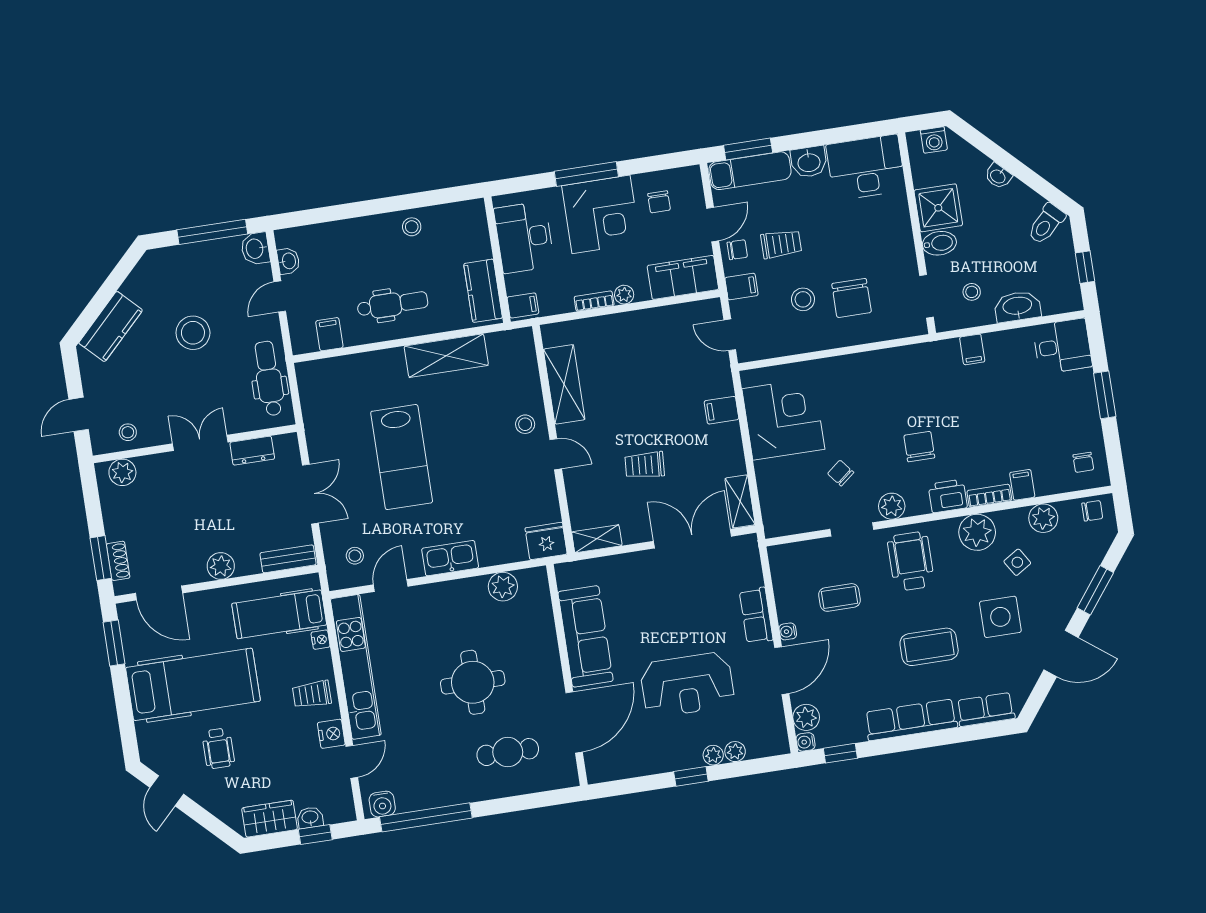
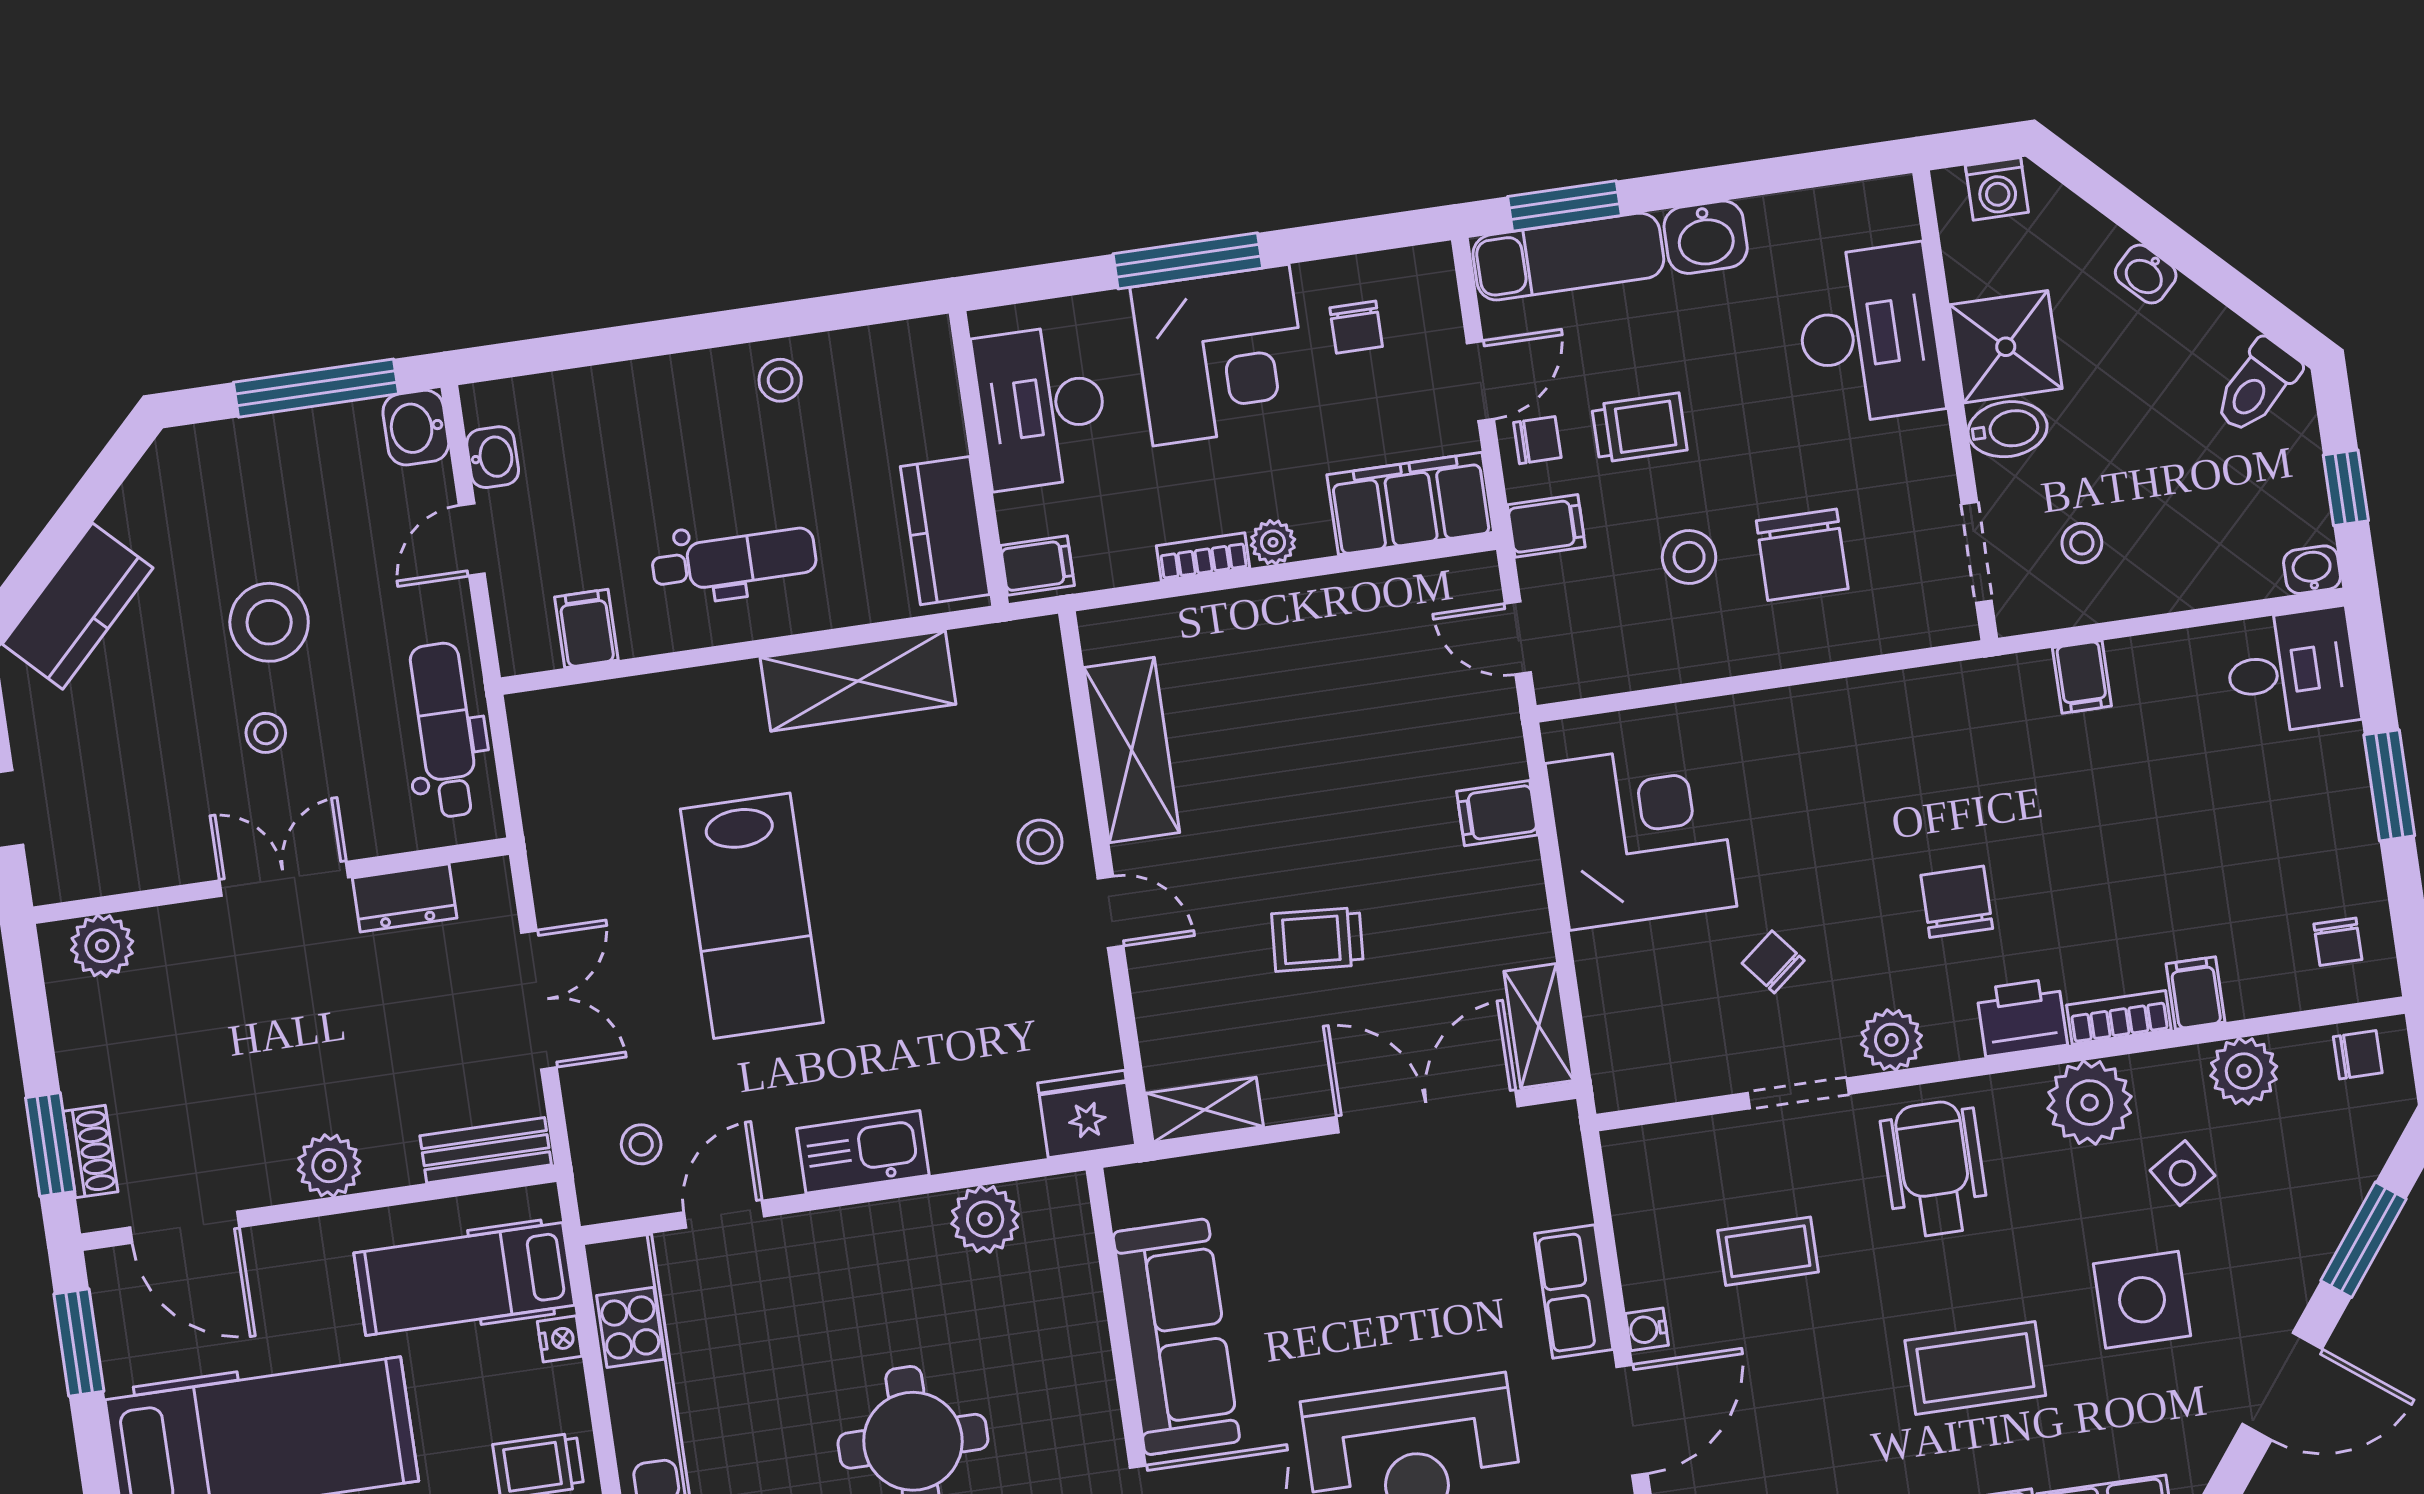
desk: (866, 167) -> (1869, 334), moved, turned 90
washbasin: (1017, 306) -> (2312, 570), moved, width x0.52, depth x0.69
stool: (128, 432) -> (266, 733), moved

